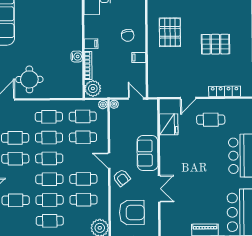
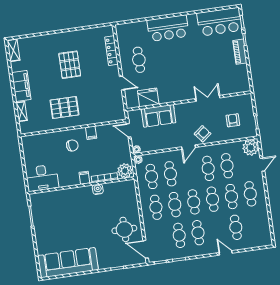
door: (136, 98) -> (129, 130), hinge flipped
sofa: (148, 153) -> (159, 116), moved
armchair: (132, 213) -> (233, 120), width x0.53, depth x0.53

